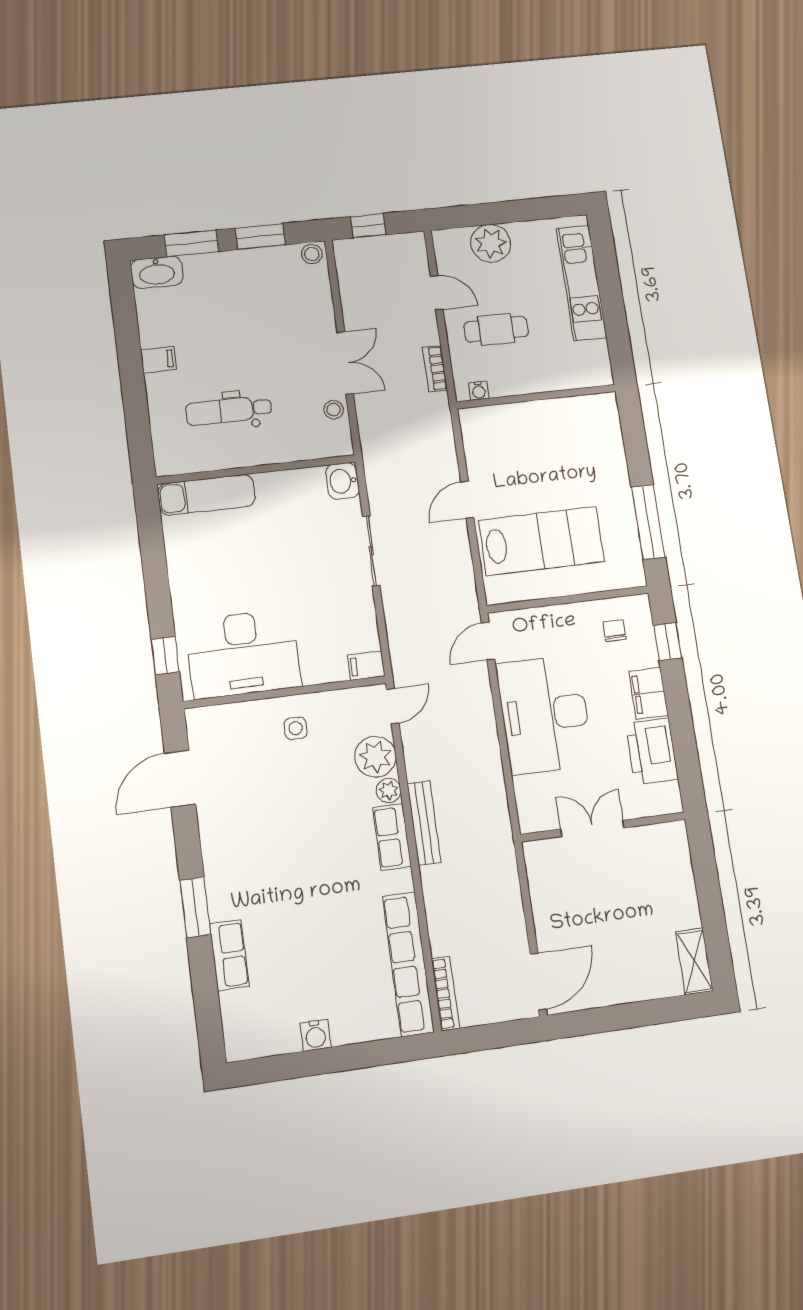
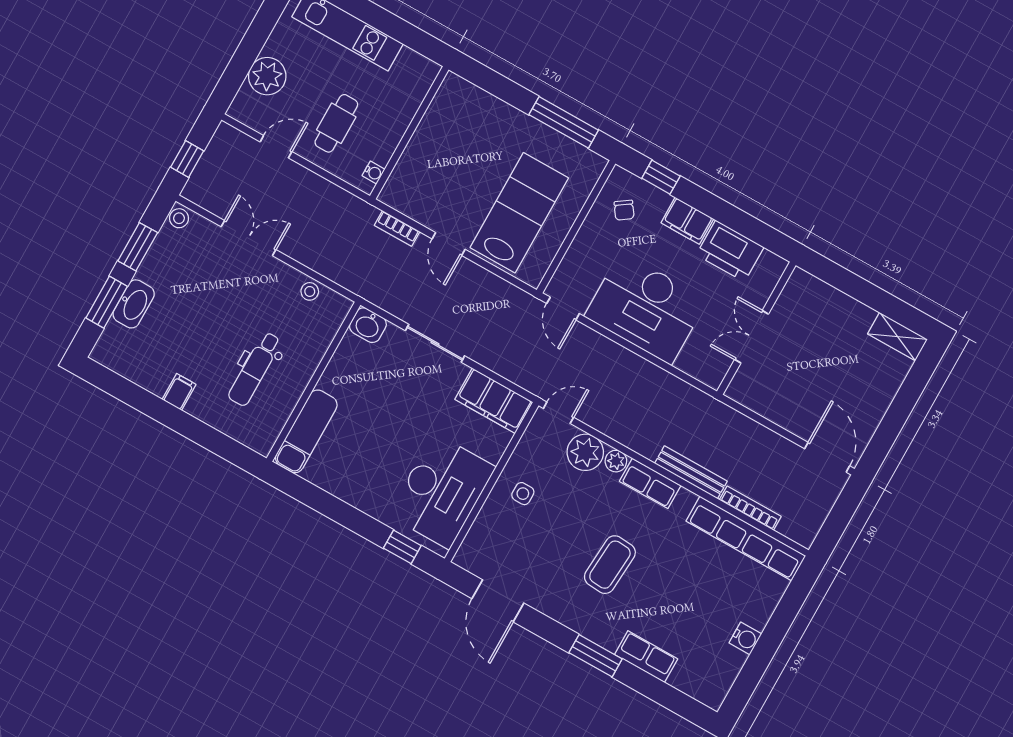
washbasin: (157, 272) -> (134, 304), moved
double door: (345, 363) -> (248, 238), moved
bookcase: (435, 369) -> (397, 228), moved
chair: (614, 631) -> (624, 210), turned -125
filing cabinet: (366, 665) -> (494, 401), width x3.00, depth x1.17
door: (393, 706) -> (559, 413), hinge flipped
bench: (424, 823) -> (691, 472), moved
coffee table: (290, 856) -> (610, 565), added
bookcase: (445, 993) -> (750, 508), moved

